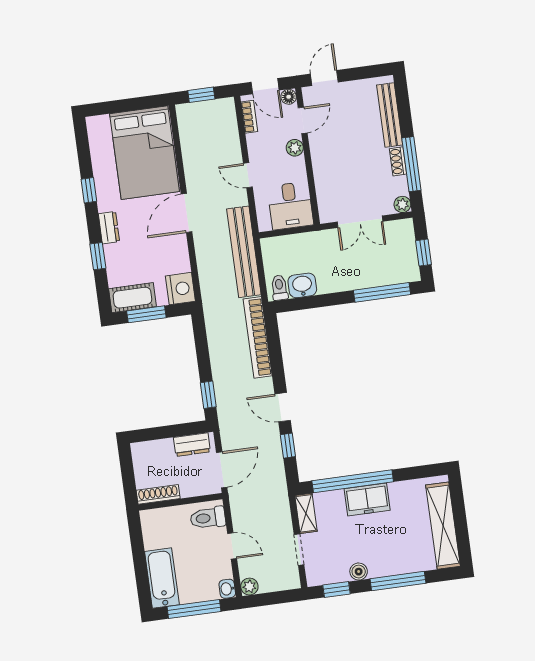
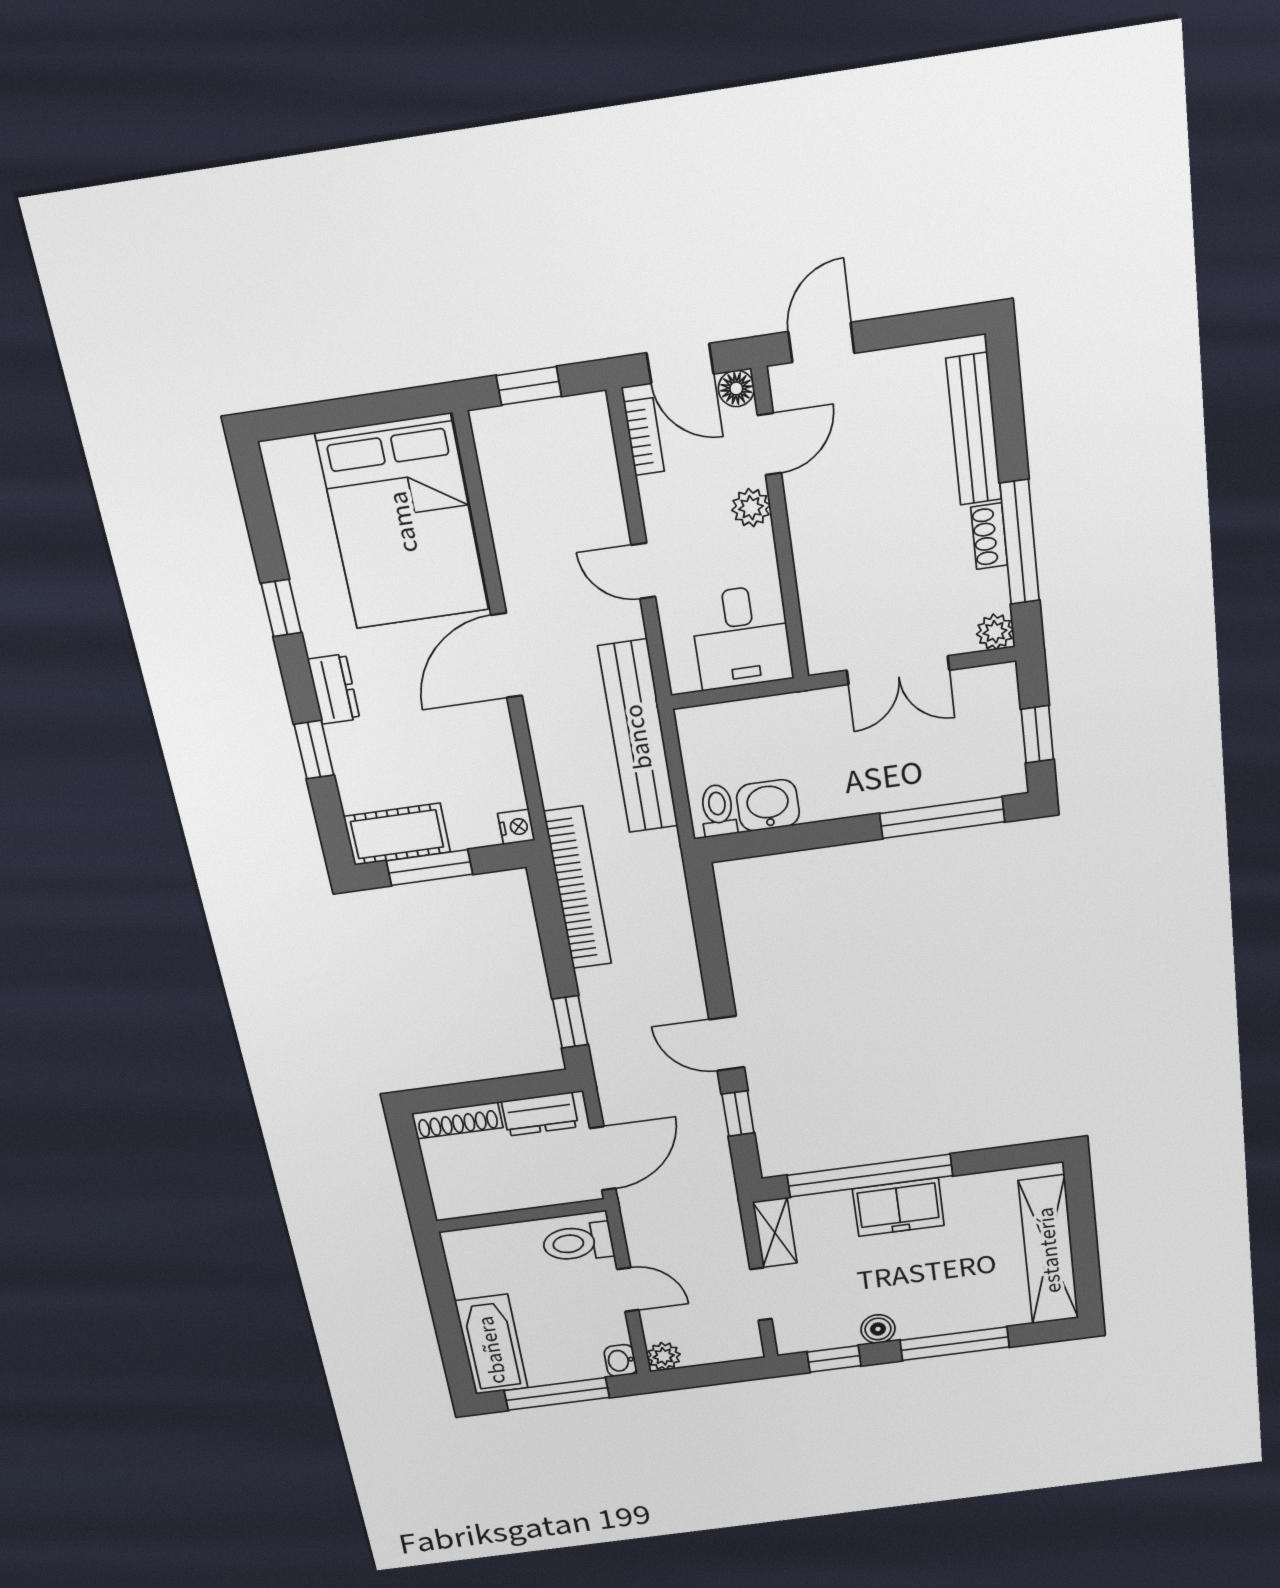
nightstand: (180, 289) -> (516, 827), width x0.53, depth x0.56
bookcase: (258, 337) -> (578, 888), moved, turned 180
shoe rack: (158, 494) -> (457, 1120), moved, turned 180

